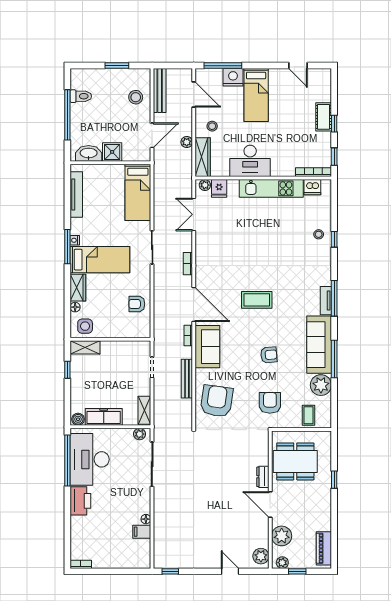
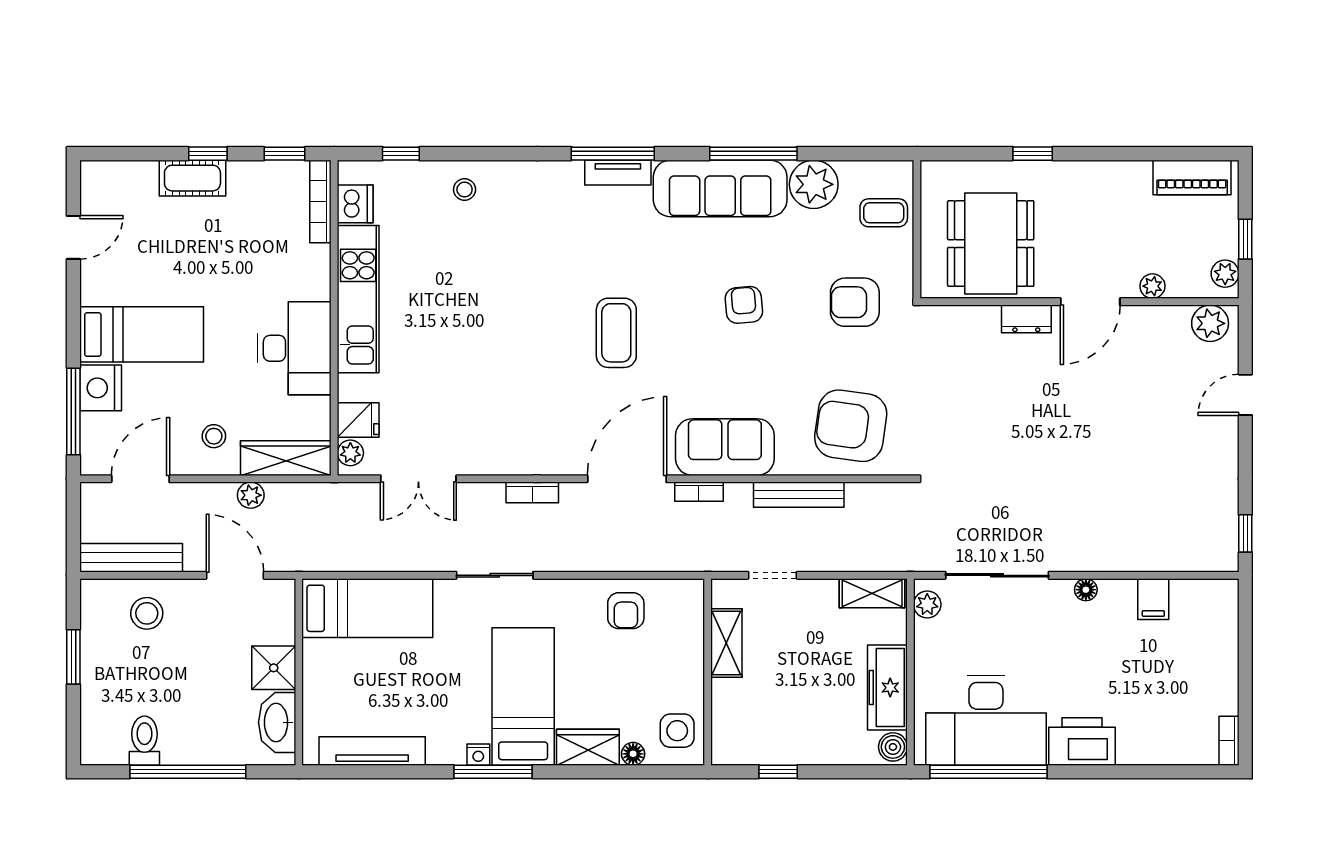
window: (334, 239) -> (401, 154), moved
shelving: (85, 347) -> (726, 643), moved
floor lamp: (146, 519) -> (1086, 590), moved
plant: (282, 536) -> (1152, 286), width x0.53, depth x0.53

